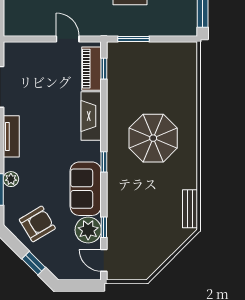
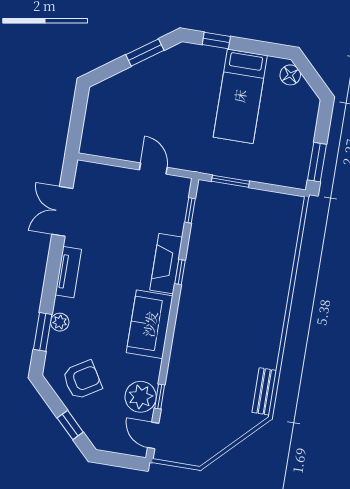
piano: (92, 69) -> (176, 208), removed
parasol: (153, 138) -> (235, 301), removed
window: (104, 162) -> (180, 272), moved
sofa: (86, 189) -> (150, 324), moved

